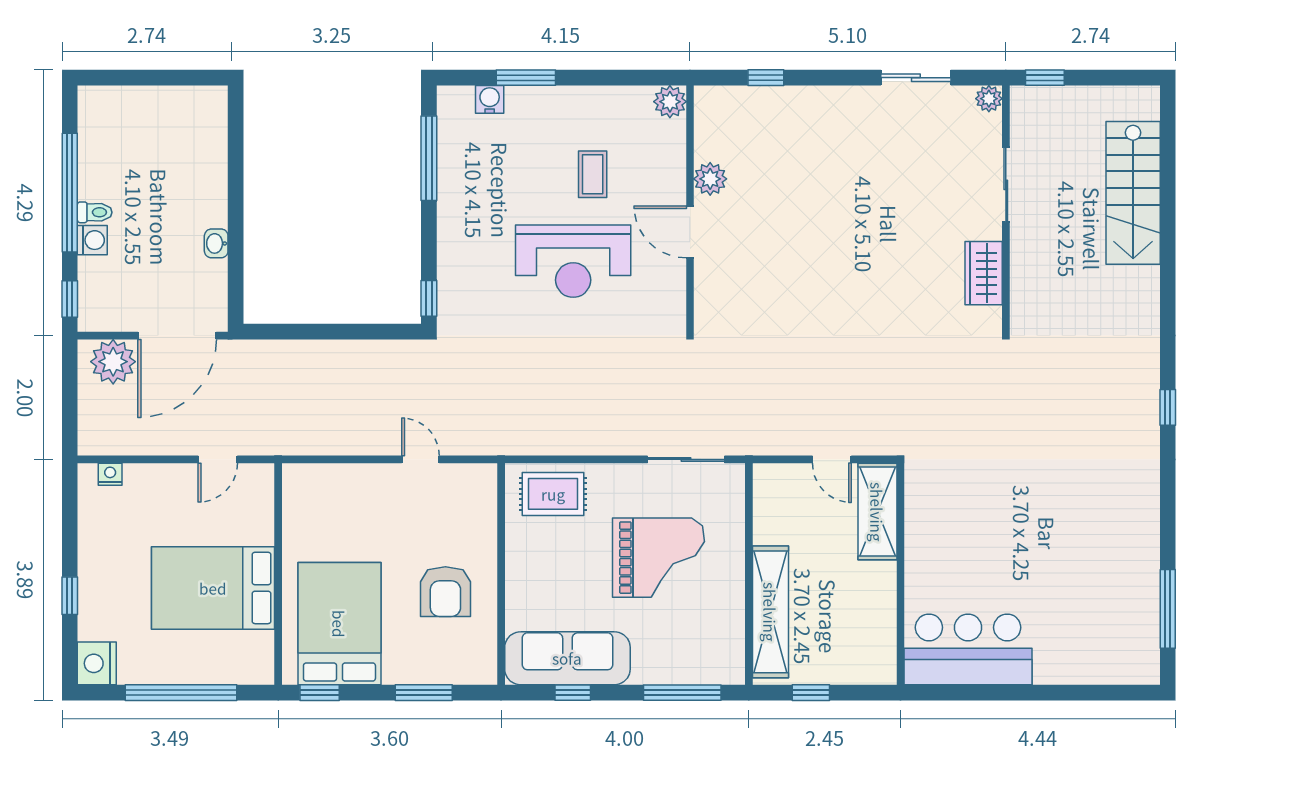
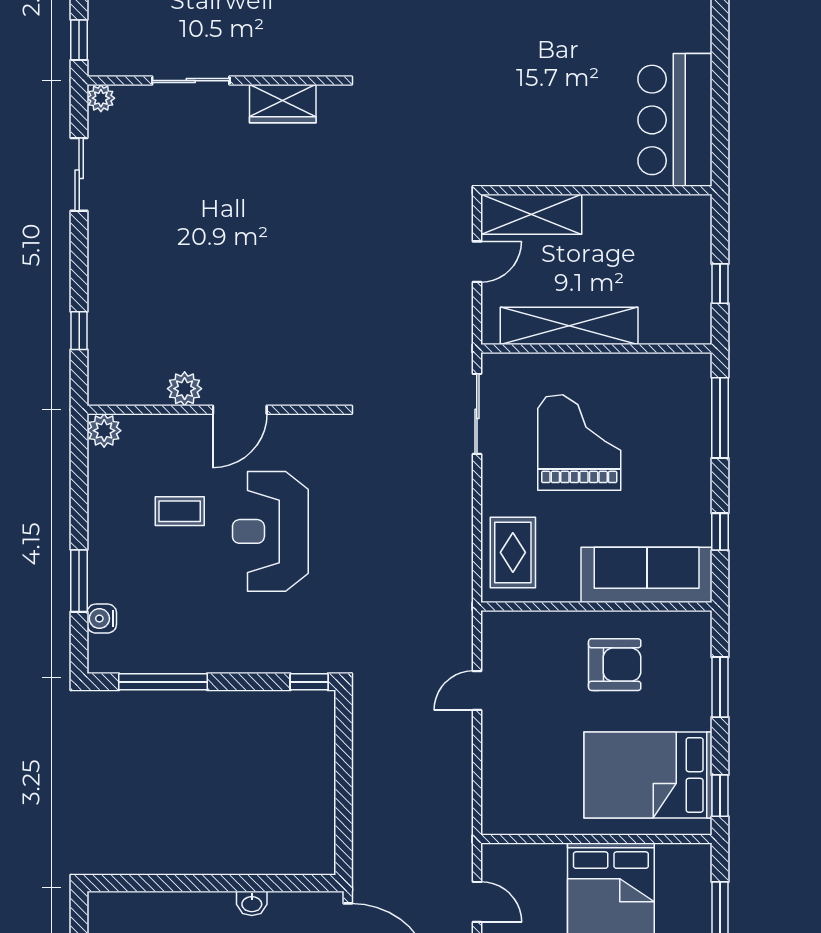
reception desk: (573, 261) -> (270, 531), turned 180
shelving: (770, 612) -> (569, 326), moved
sofa: (567, 658) -> (647, 575), moved, turned 90

